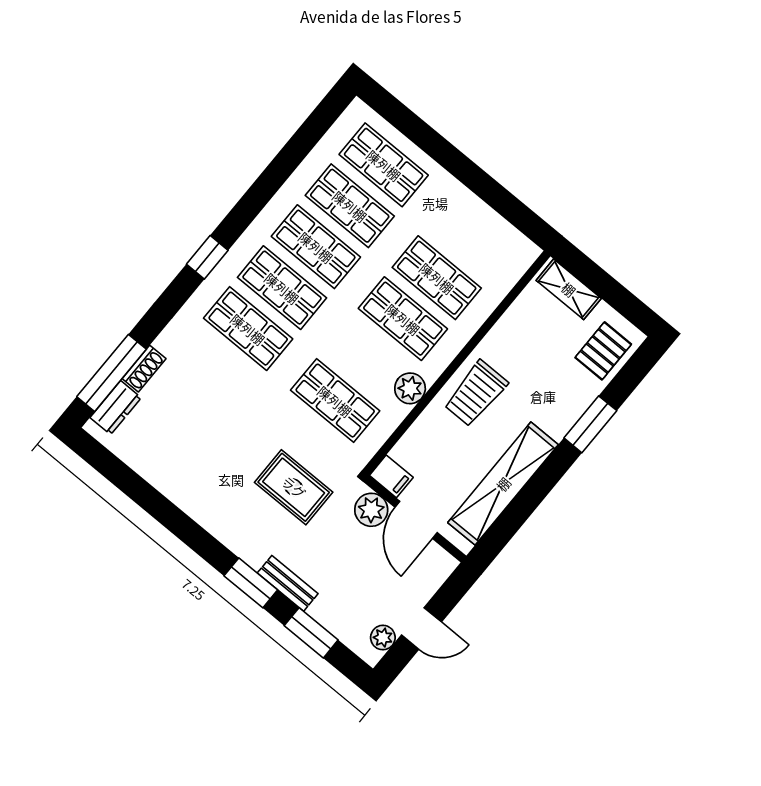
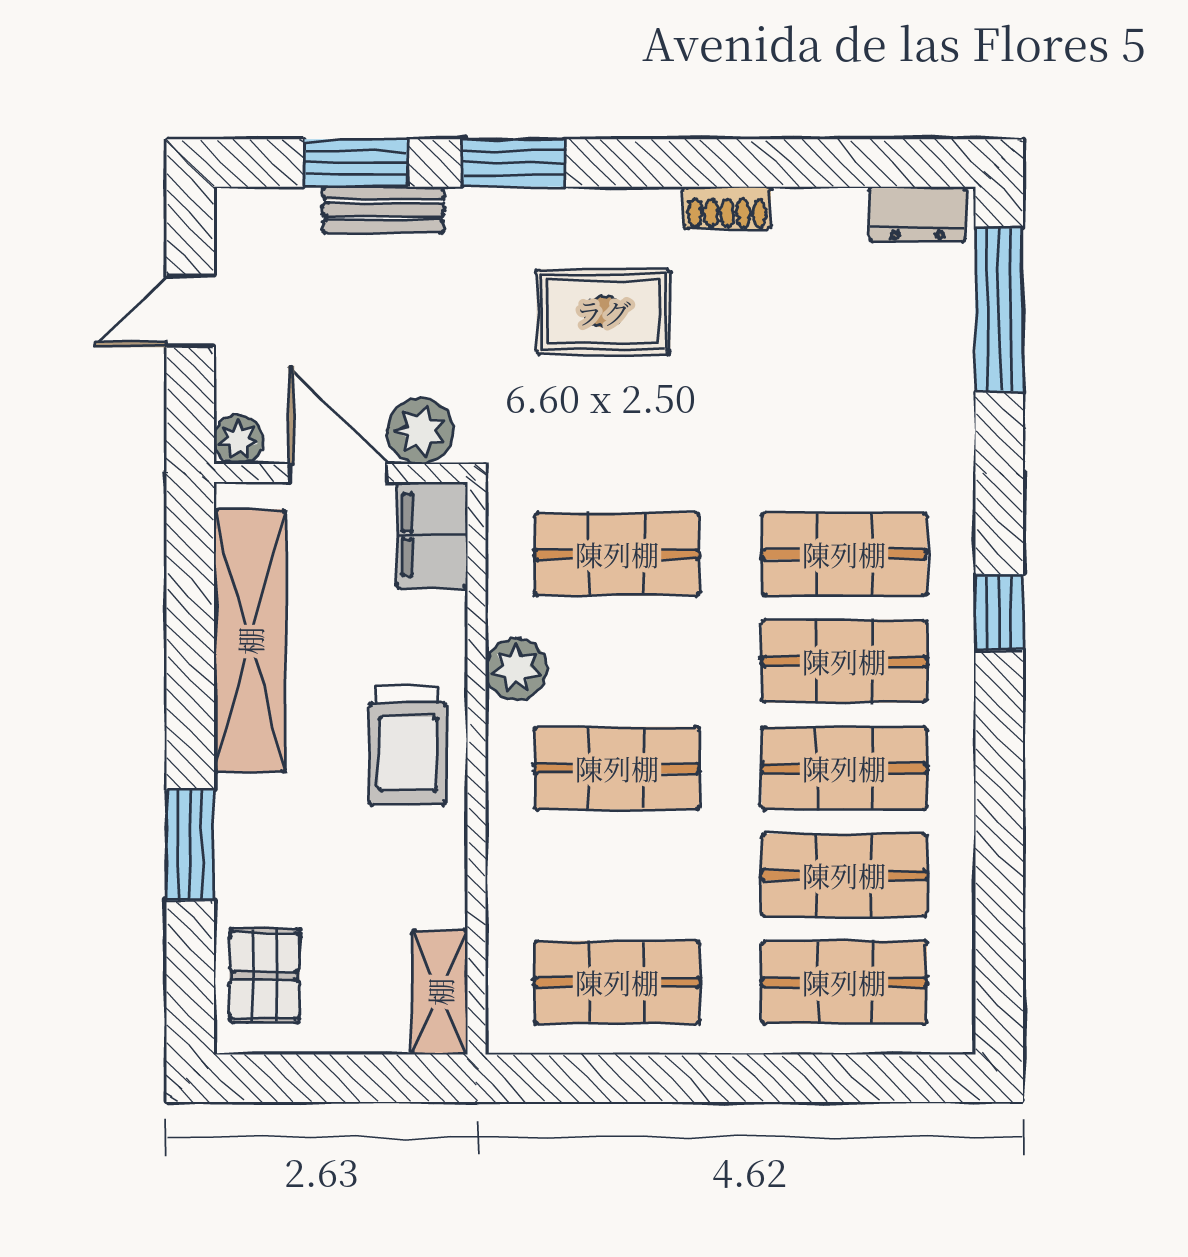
shop shelf: (437, 278) -> (617, 982), moved
shelving: (569, 289) -> (440, 992), moved, turned 90
shoe rack: (144, 369) -> (727, 208), moved, turned -90
trolley: (476, 393) -> (408, 746), turned 180
dresser: (116, 408) -> (917, 214), moved, turned -90
filing cabinet: (391, 476) -> (432, 535), width x2.00
rug: (294, 487) -> (603, 312), moved
bench: (288, 583) -> (383, 210), moved
plant: (383, 638) -> (238, 440), moved

